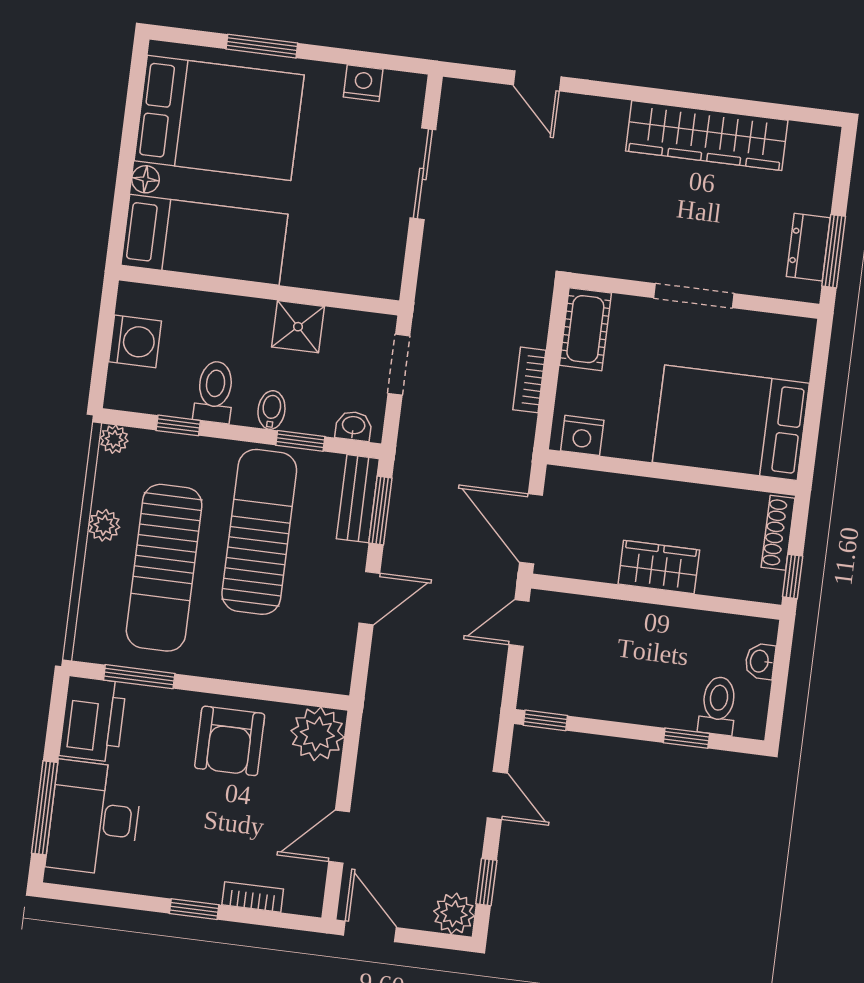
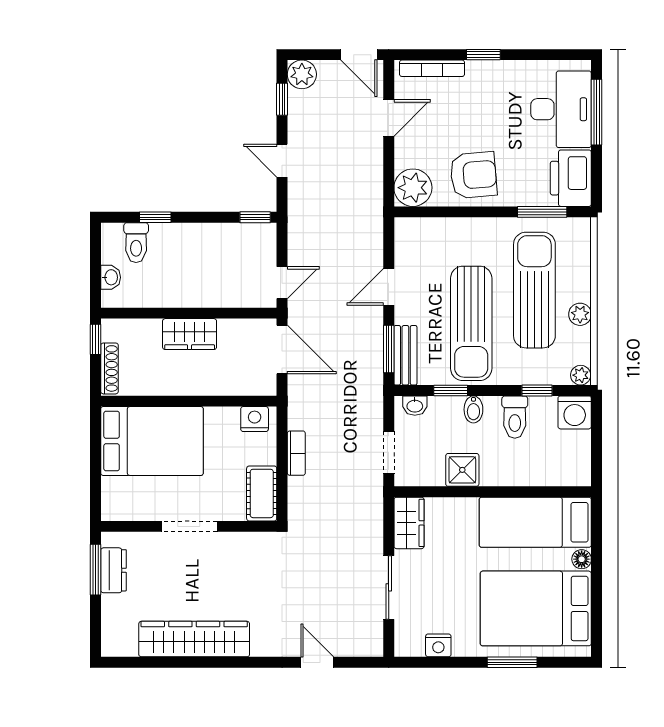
wardrobe: (383, 261) -> (409, 523), added
washing machine: (135, 341) -> (575, 412), moved, turned -90
armchair: (230, 741) -> (473, 175), turned 85
bookcase: (253, 897) -> (432, 68), width x1.56

